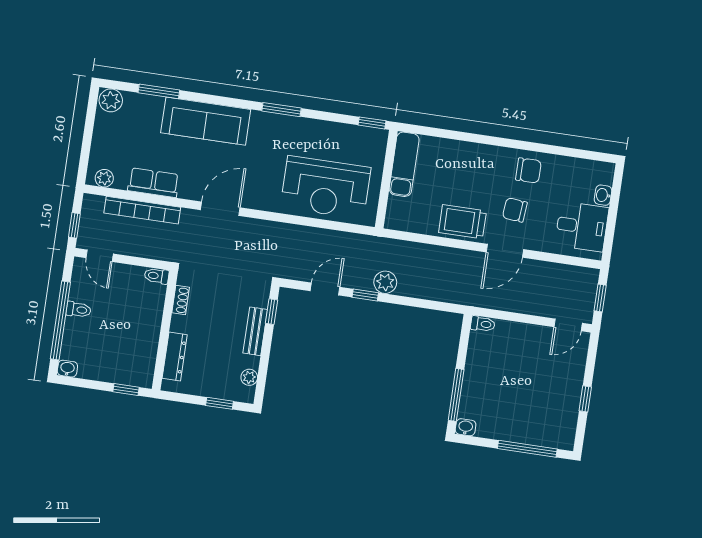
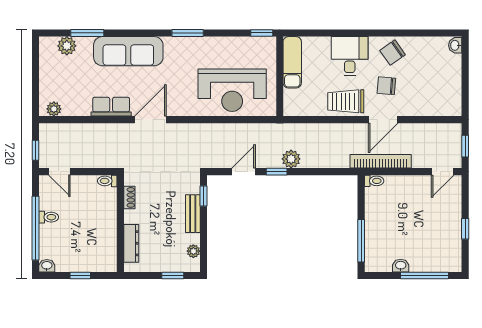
plant: (111, 100) -> (67, 46), moved
chair: (528, 170) -> (393, 53), turned 145
row of seats: (153, 183) -> (111, 107), moved
washbasin: (603, 195) -> (455, 45), moved
bookcase: (142, 210) -> (381, 161), moved, turned 180
desk: (582, 226) -> (350, 56), moved, turned -90
window: (126, 389) -> (80, 275), moved
washbasin: (466, 427) -> (401, 266), moved

